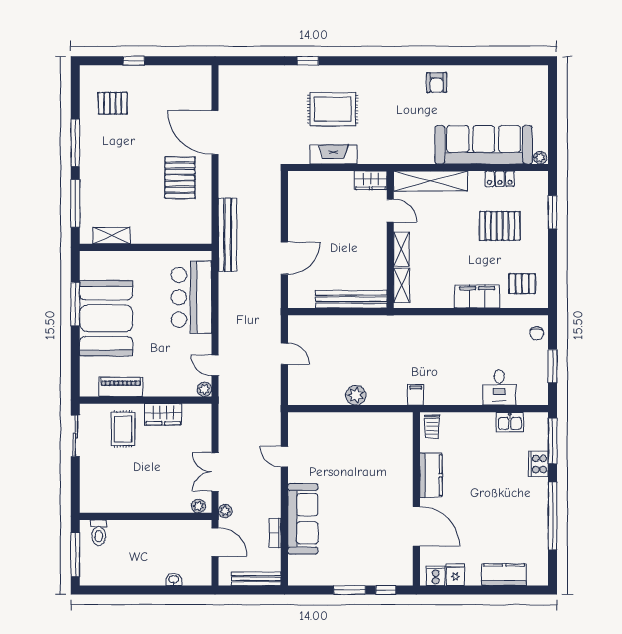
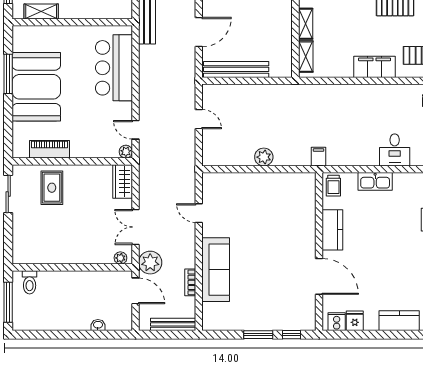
bench: (351, 299) -> (236, 69), moved
wardrobe: (163, 414) -> (123, 181), moved, turned 90
kitchen sink: (510, 422) -> (375, 181), moved, width x1.38
plant: (225, 511) -> (150, 263), width x1.88, depth x1.88

